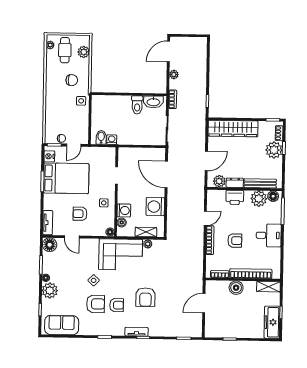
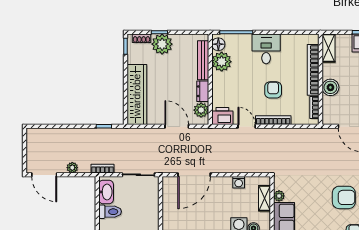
printer: (235, 197) -> (222, 116), moved, turned -90
washing machine: (155, 207) -> (239, 182), width x0.53, depth x0.53

